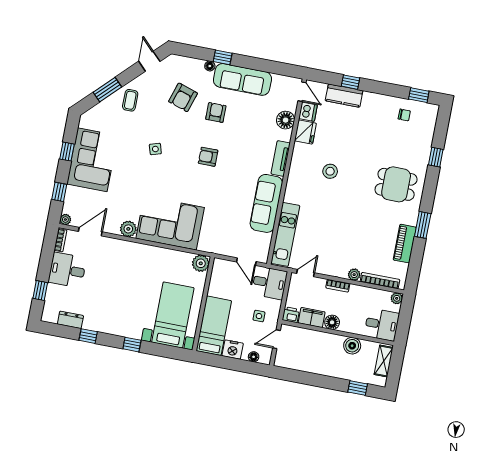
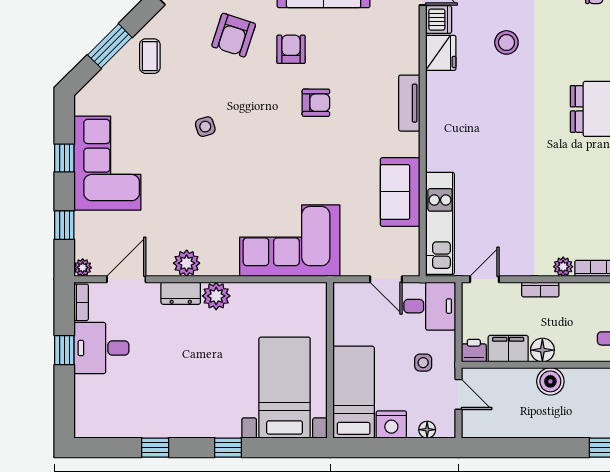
floor lamp: (286, 120) -> (405, 40), removed
armchair: (208, 157) -> (316, 103), moved, turned 180
stool: (330, 171) -> (506, 42), moved
sofa: (266, 203) -> (400, 192), width x0.73
corner sofa: (170, 223) -> (290, 241), moved
plant: (201, 263) -> (216, 296), moved
window: (40, 290) -> (64, 350), moved
dresser: (70, 320) -> (181, 293), moved, turned 180
door: (277, 339) -> (458, 394), swing flipped
boiler: (352, 346) -> (550, 381), moved

